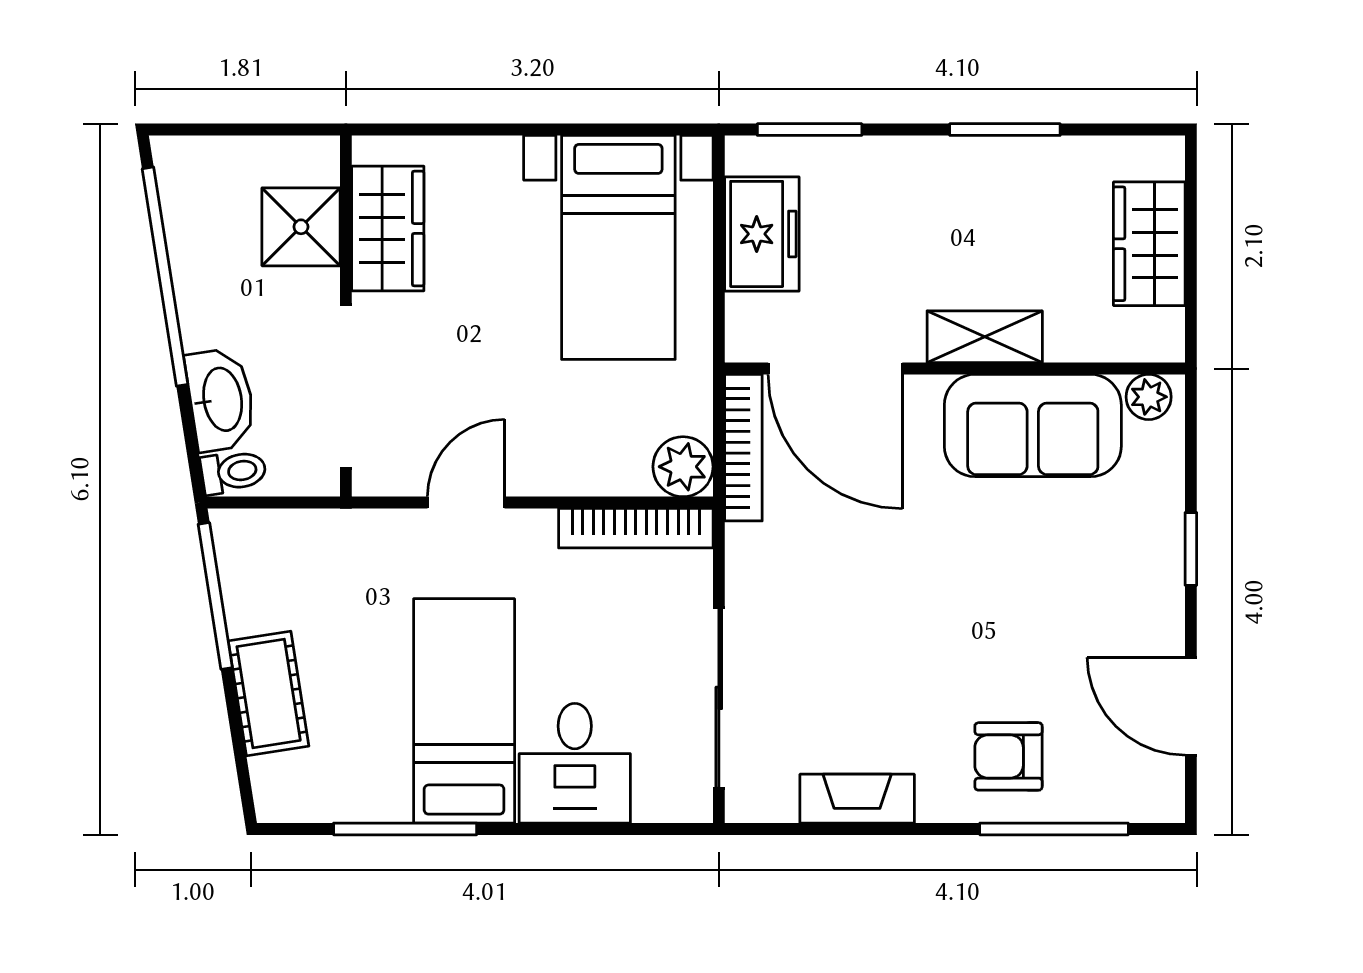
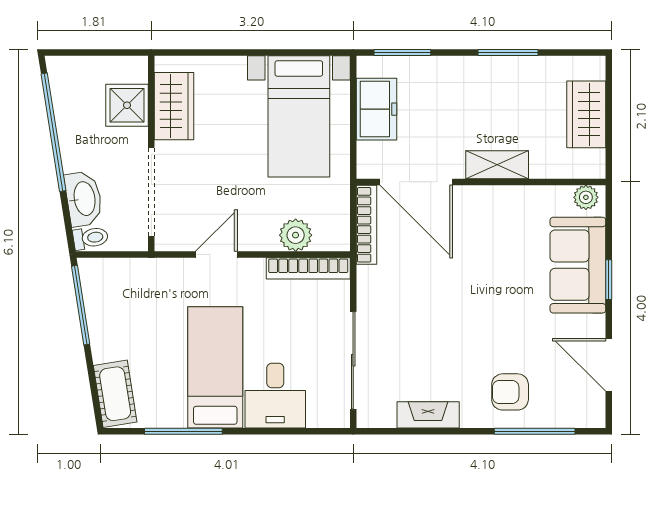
sofa: (1033, 426) -> (578, 265), moved, turned 90
plant: (683, 467) -> (296, 235), moved
cot: (269, 693) -> (115, 394), moved

